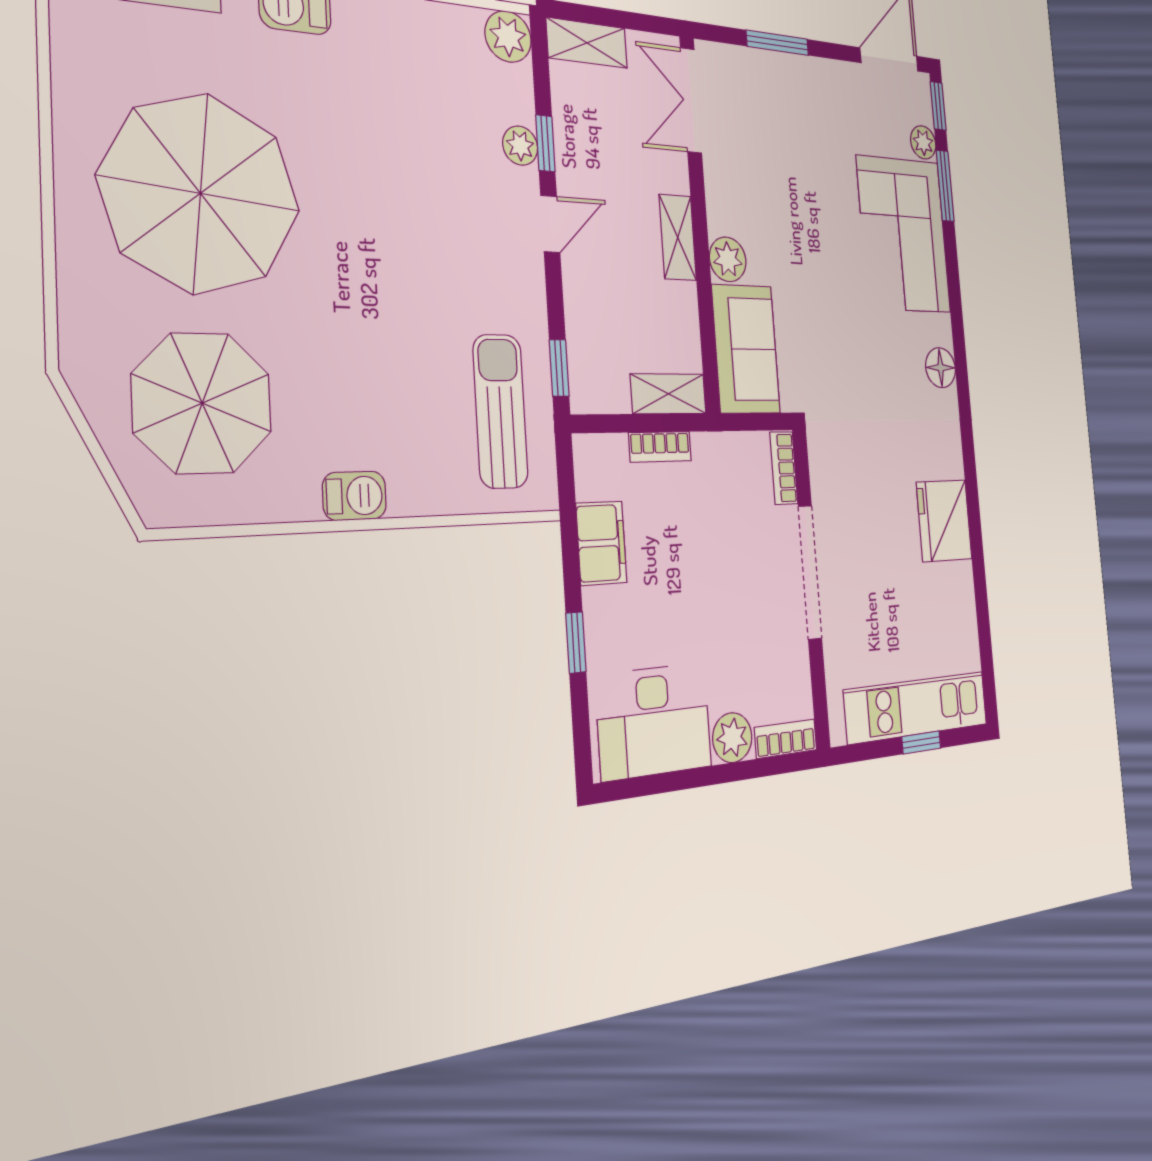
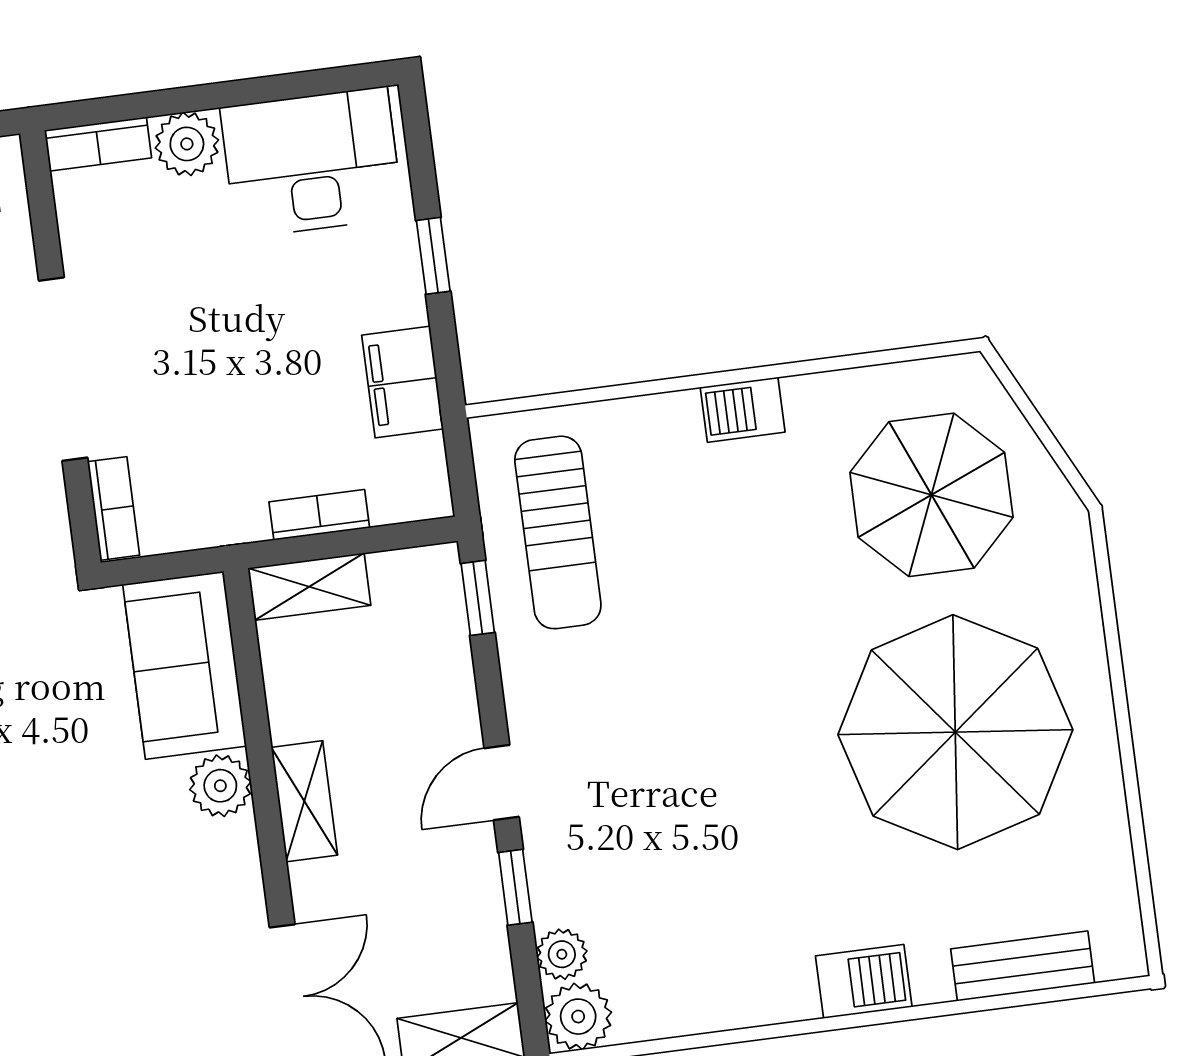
plant: (520, 146) -> (562, 954), moved

